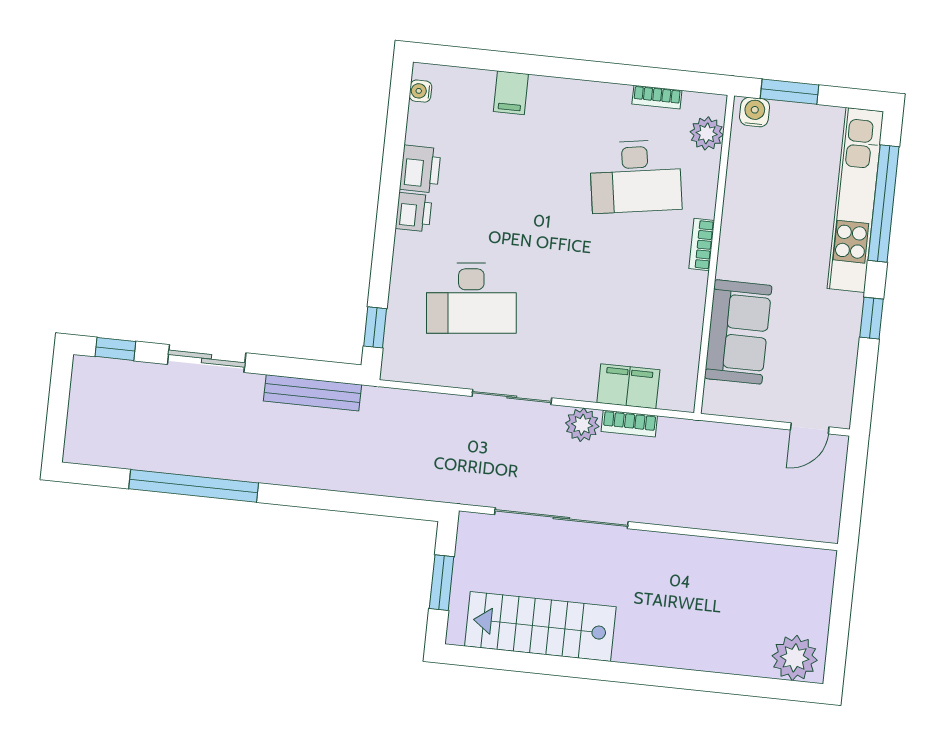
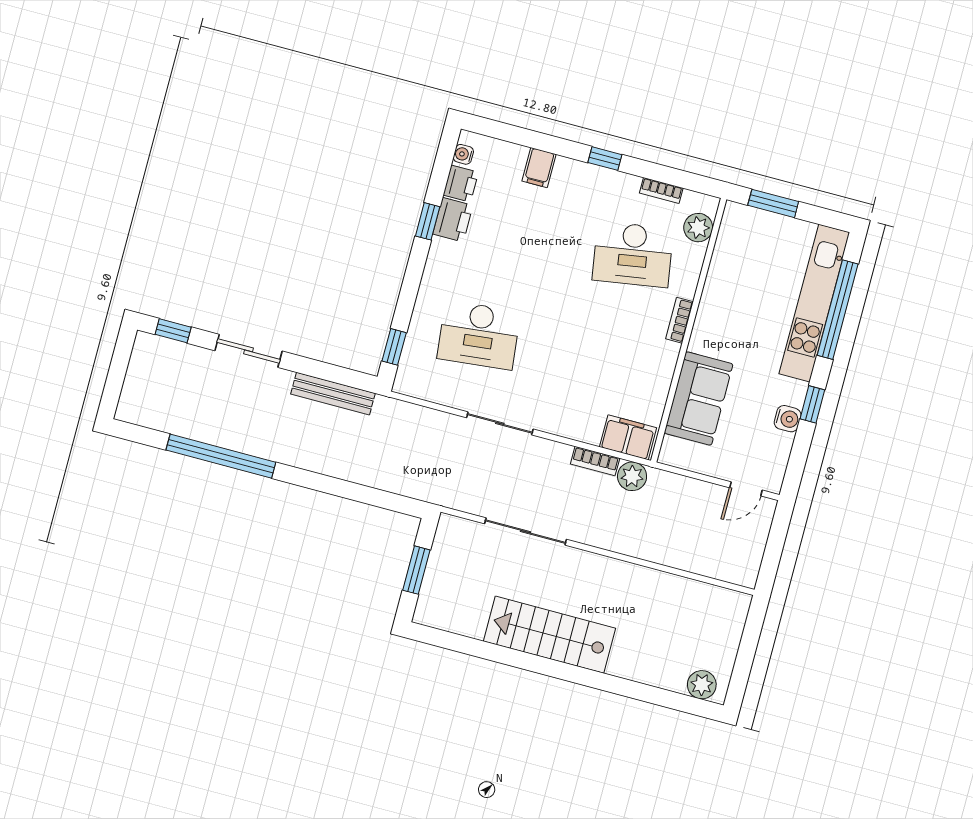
window: (586, 70) -> (605, 159), added
water cooler: (755, 112) -> (788, 419), moved, turned 90
window: (391, 175) -> (428, 221), added
printer: (414, 212) -> (461, 184), moved
filing cabinet: (628, 386) -> (628, 437), moved
plant: (582, 425) -> (632, 476), moved
sliding door: (561, 518) -> (526, 532), width x0.73
stairs: (540, 626) -> (550, 635), moved
plant: (795, 658) -> (702, 685), width x0.73, depth x0.73

